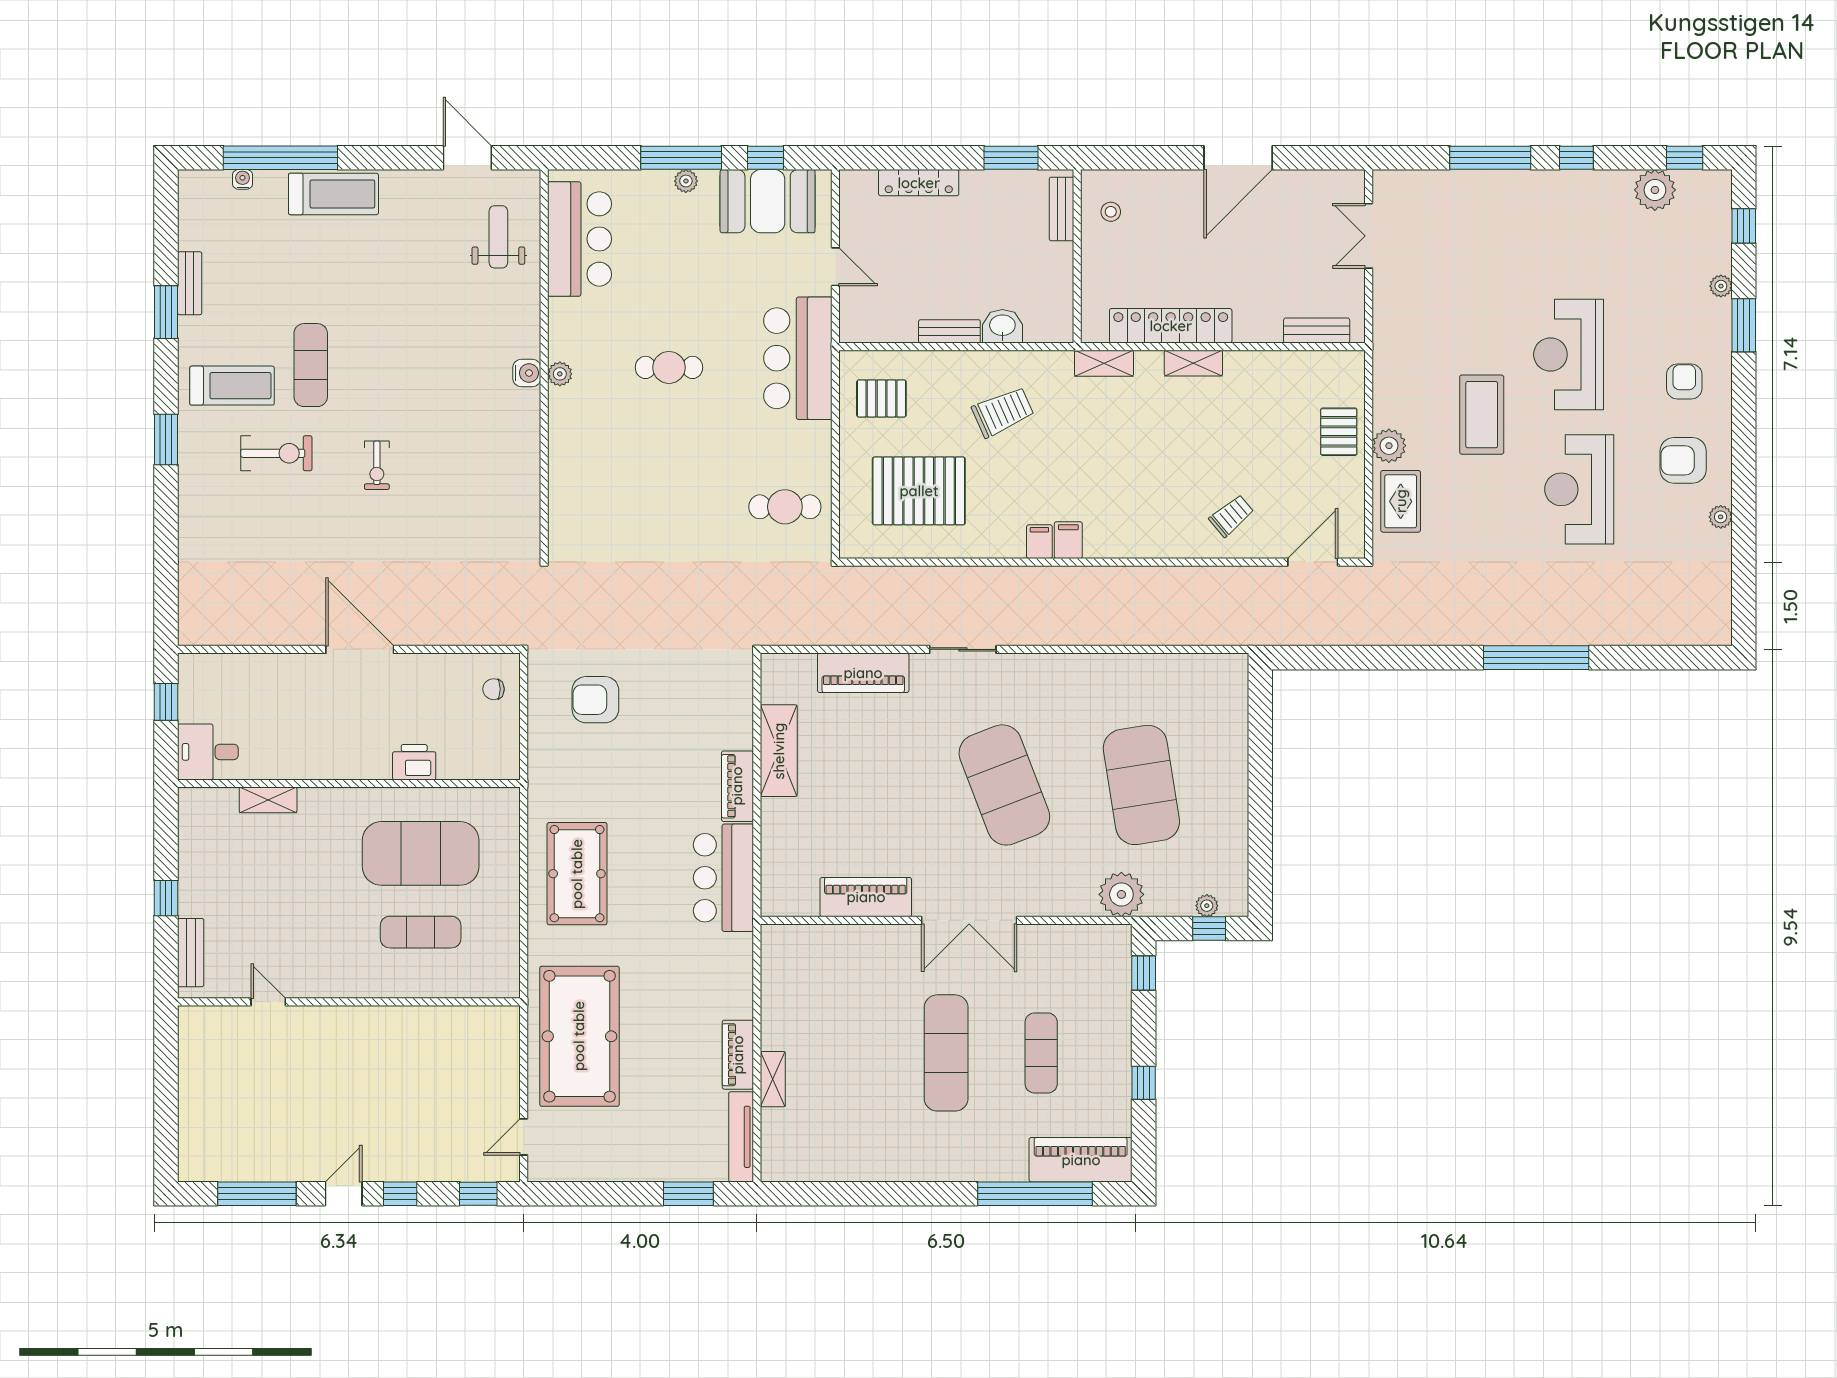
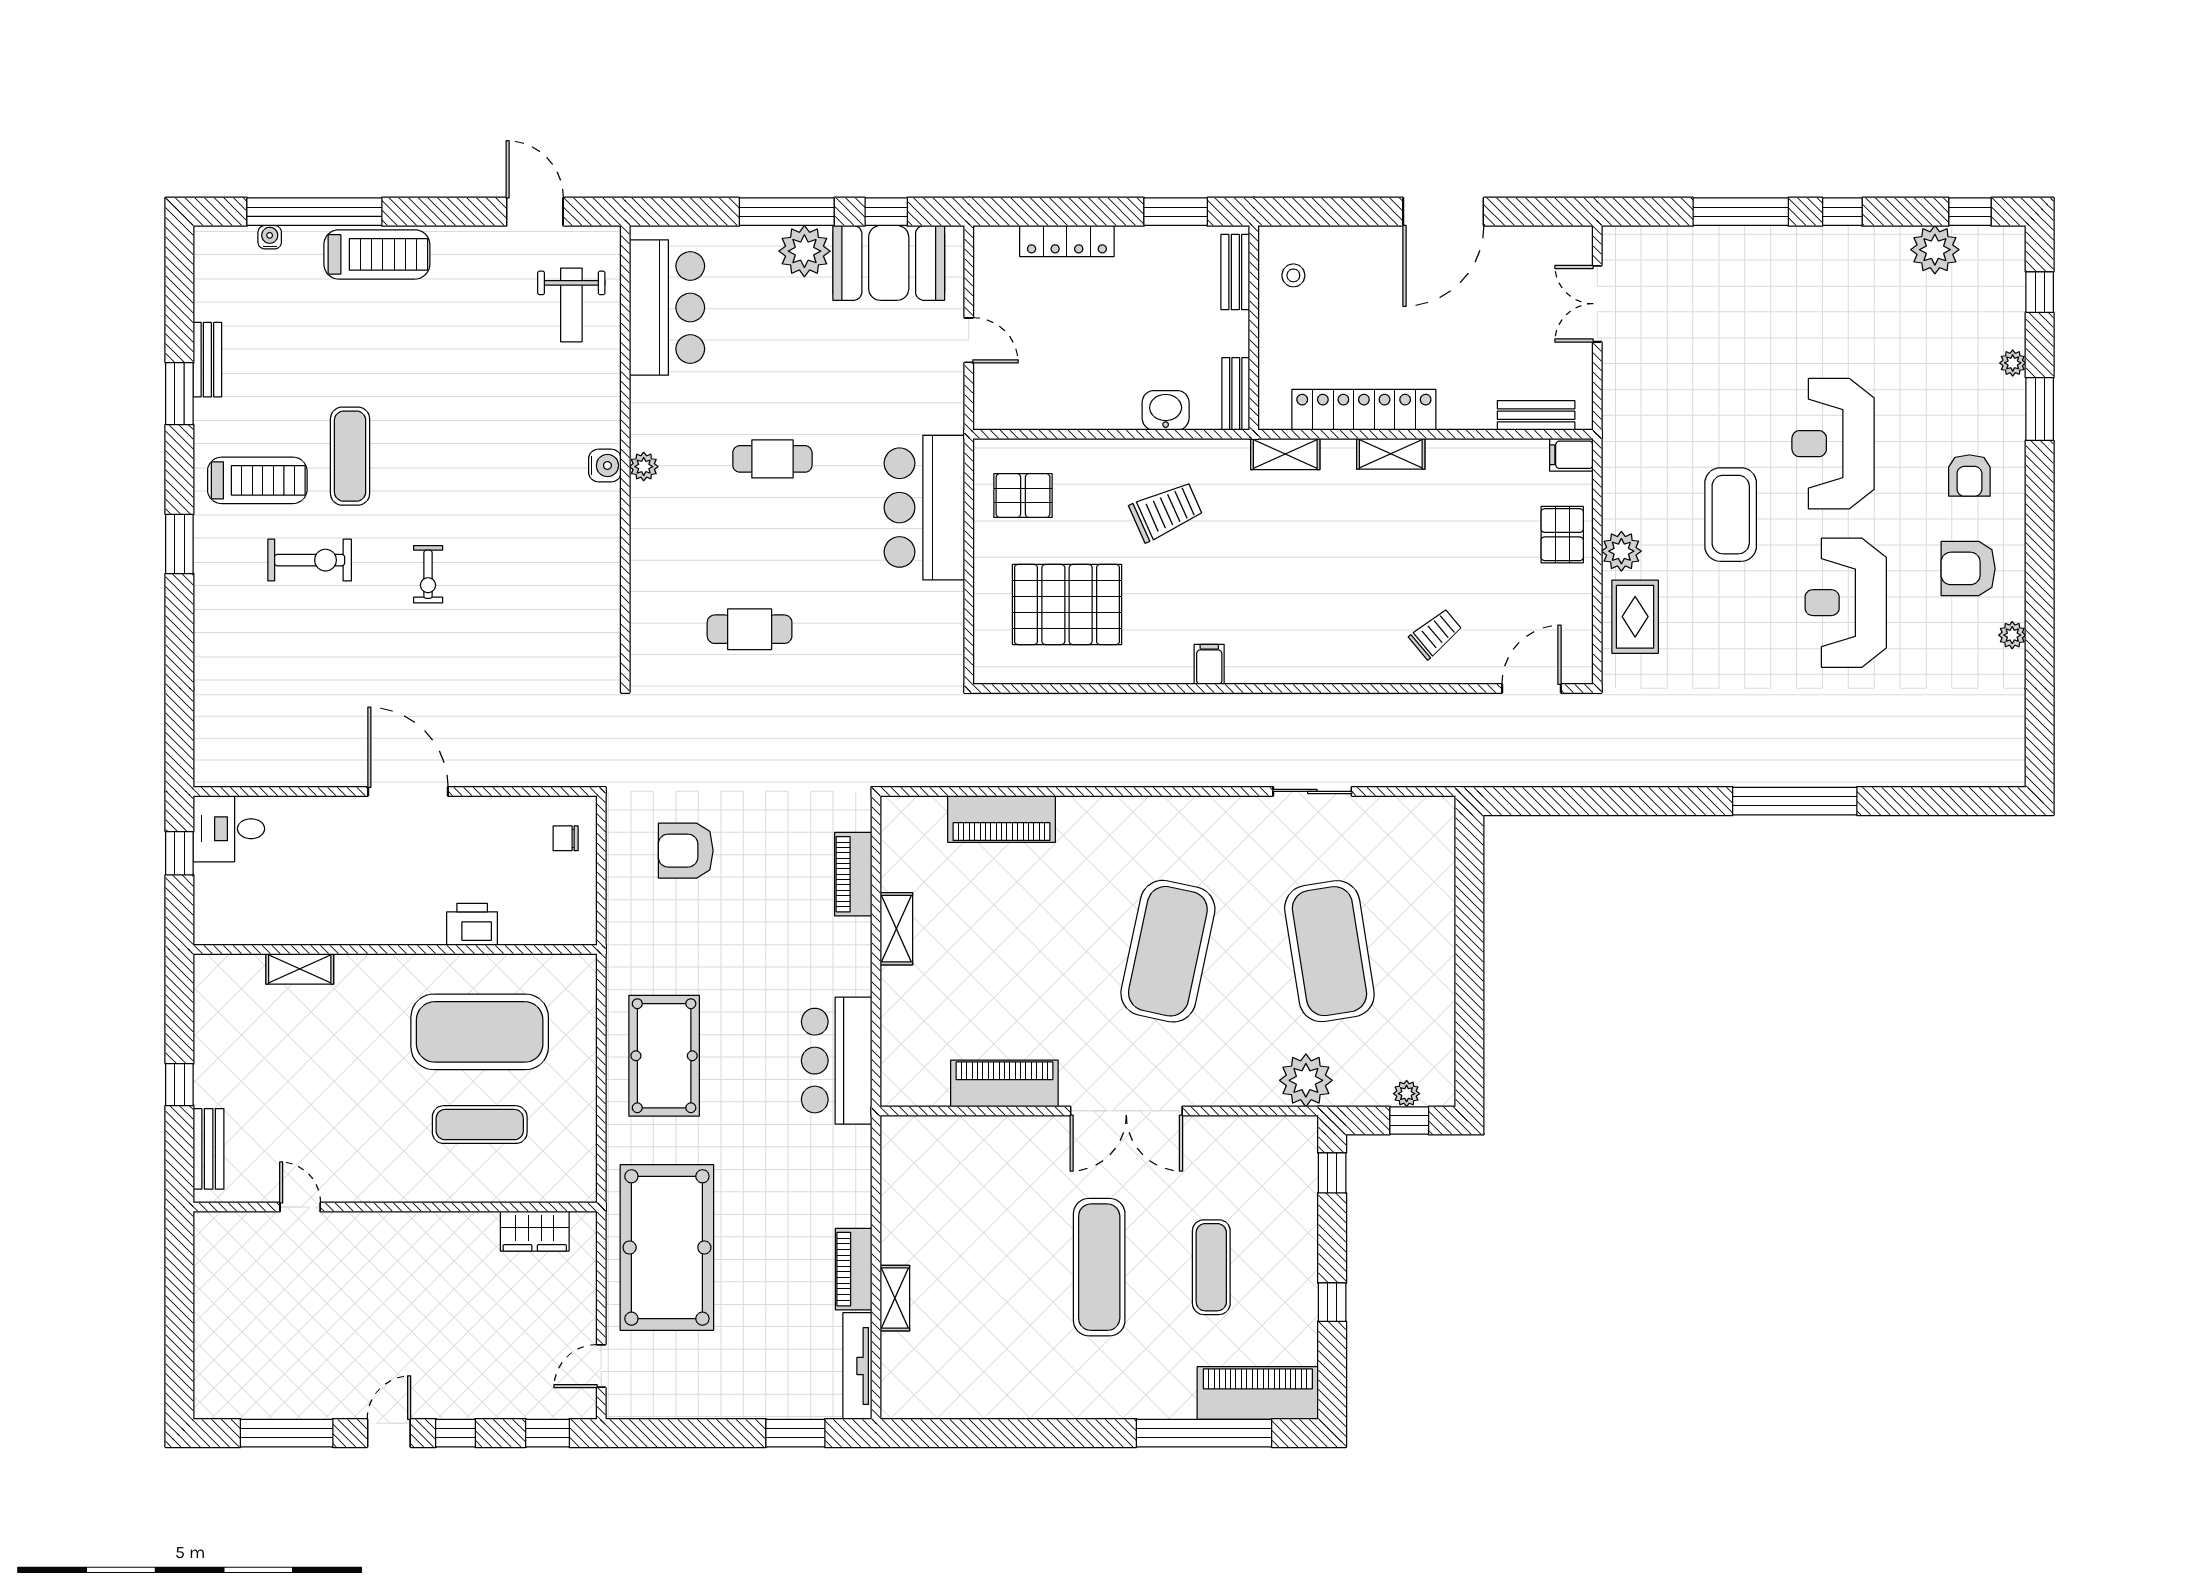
plant: (686, 181) -> (804, 251), width x1.88, depth x1.88
weight bench: (498, 237) -> (571, 305), turned 180
bench: (949, 331) -> (1236, 394), moved, turned 90
bar counter: (798, 358) -> (924, 508), moved
armchair: (1684, 381) -> (1969, 476), turned 180
cafe table: (785, 507) -> (750, 629), moved
filing cabinet: (1068, 540) -> (1571, 455), moved, turned -90
sliding door: (963, 649) -> (1312, 791), moved
shelving: (779, 751) -> (896, 929), width x0.67, depth x0.75
desk: (208, 752) -> (229, 829), moved
exercise mat: (1004, 785) -> (1168, 951), turned 33
piano: (737, 786) -> (853, 874), moved
wardrobe: (467, 1022) -> (535, 1231), added

